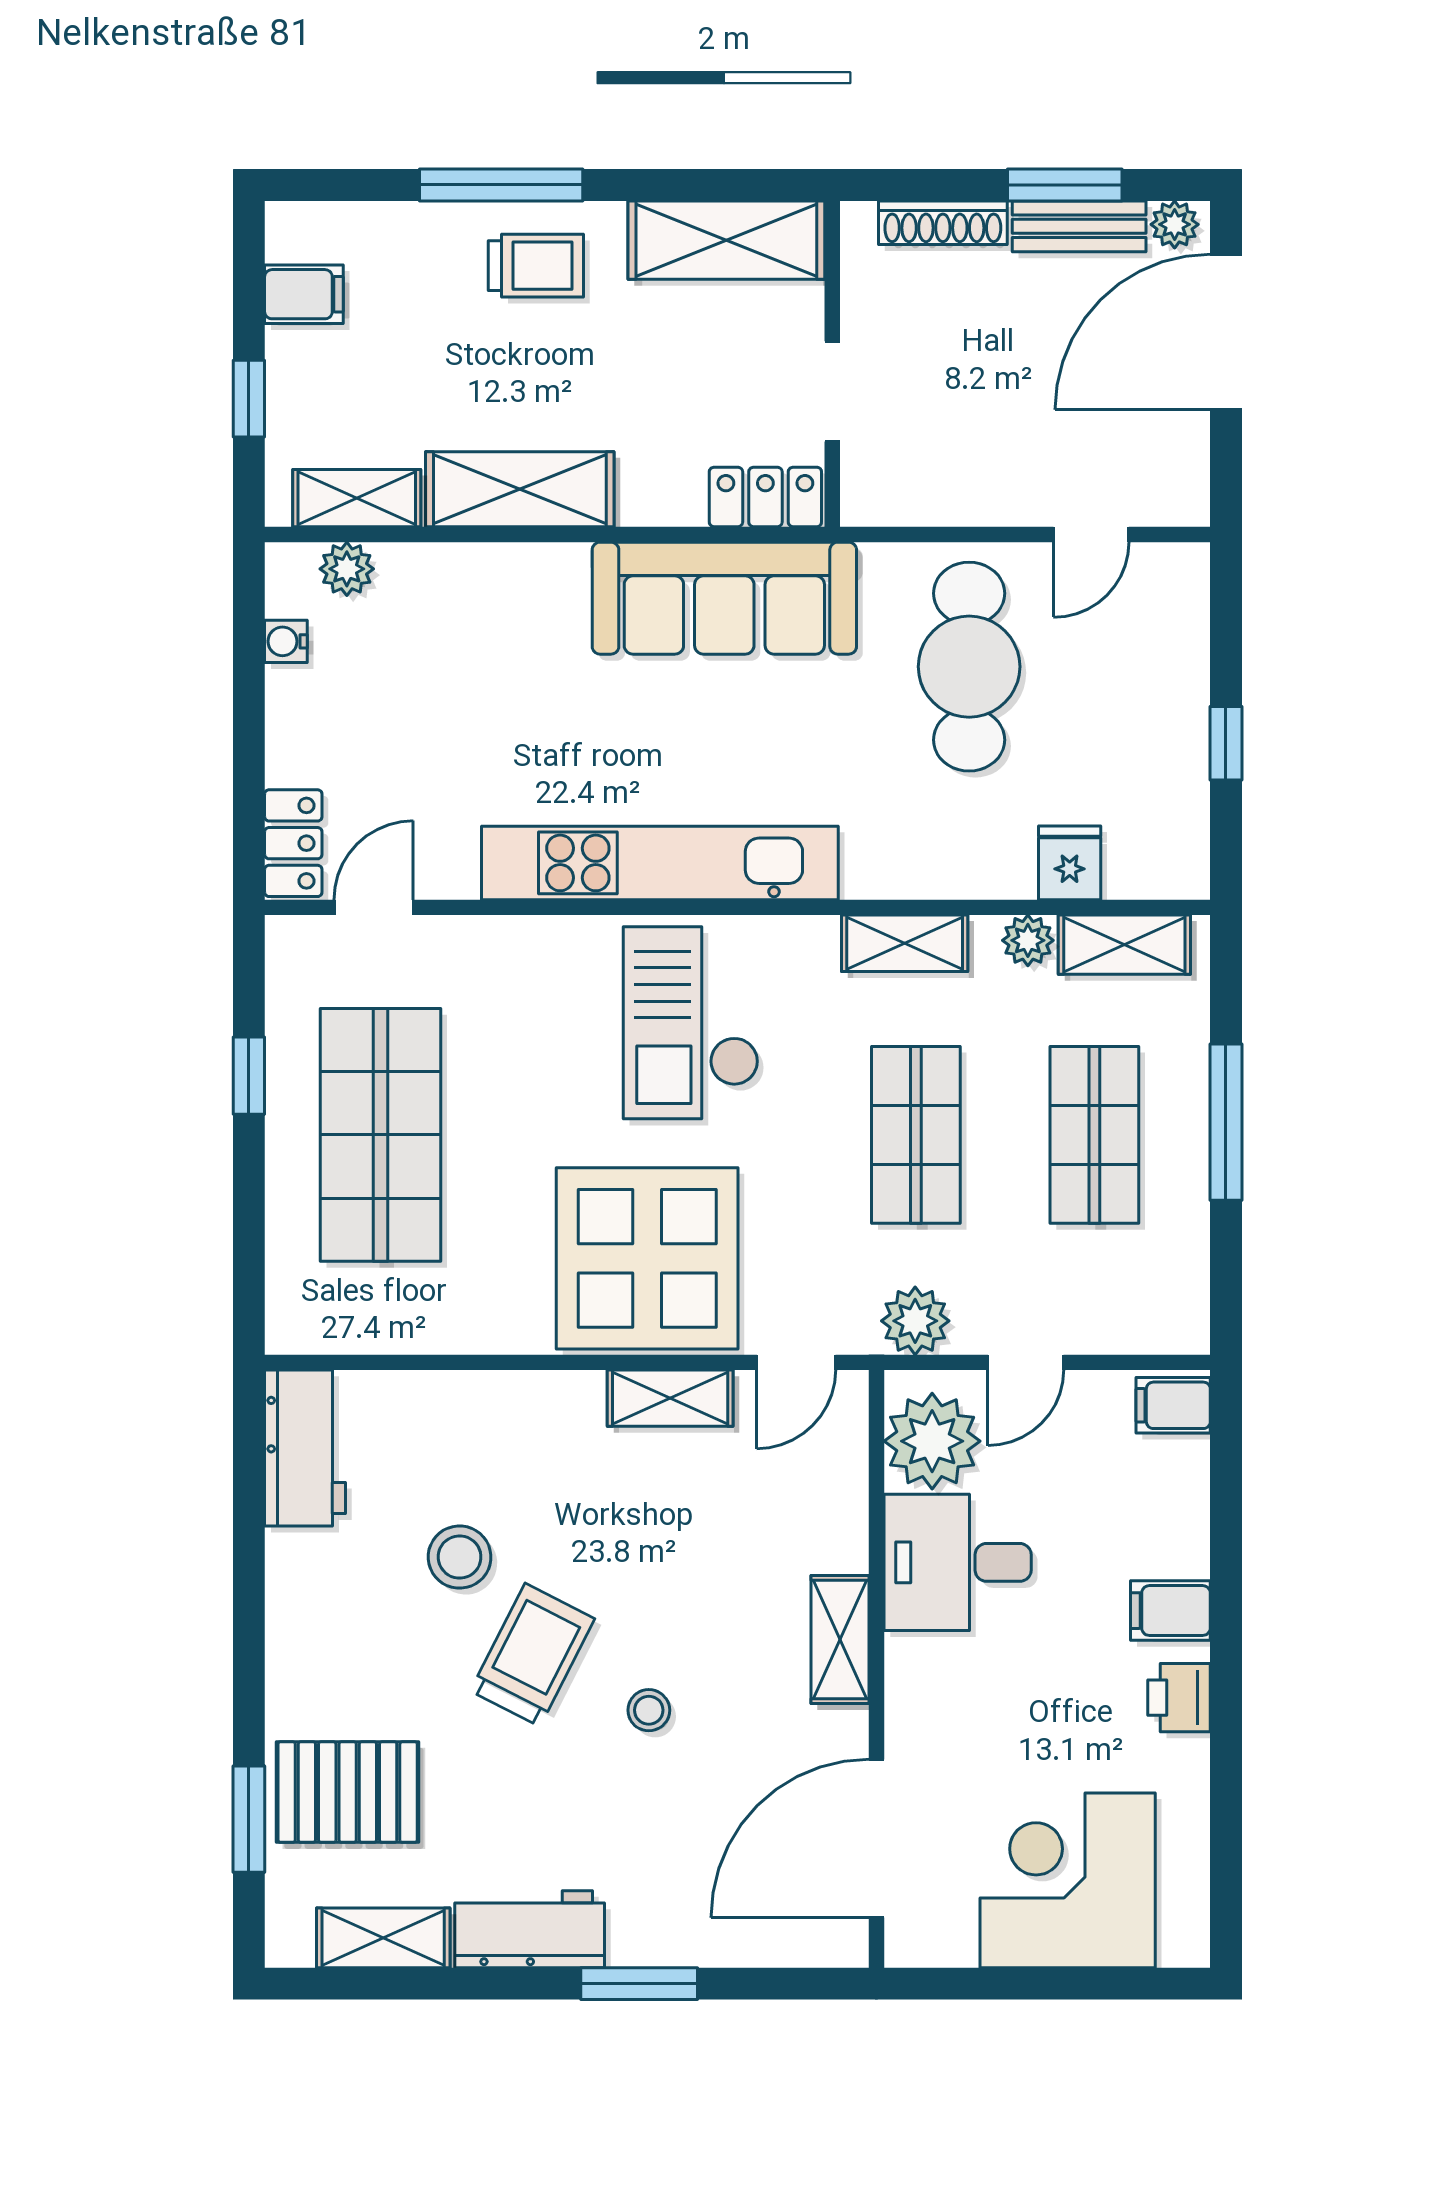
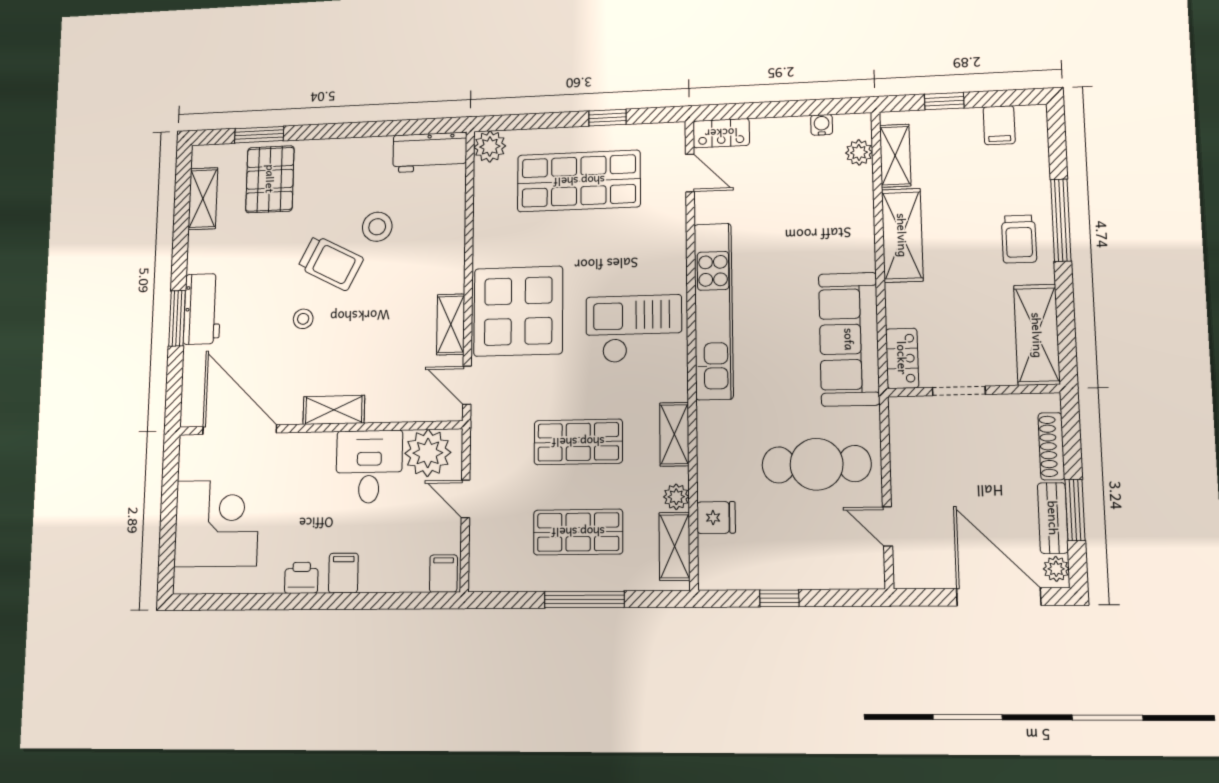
plant: (915, 1321) -> (490, 147), moved
workbench: (530, 1929) -> (202, 309), moved

